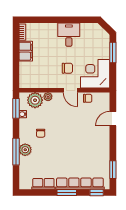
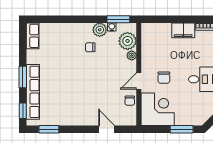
plant: (25, 150) -> (100, 30), moved
window: (16, 152) -> (69, 19), removed
row of seats: (43, 184) -> (33, 36), moved

